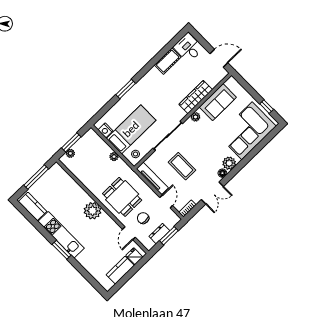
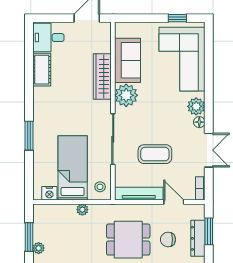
plant: (195, 117) -> (126, 95), width x1.87, depth x1.87
dresser: (159, 234) -> (198, 238), width x1.44

